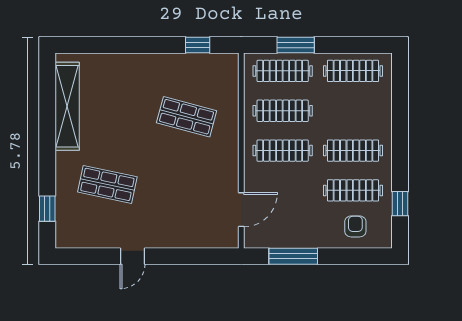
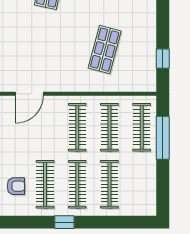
window: (296, 45) -> (163, 138), width x1.44
clothes rail: (353, 71) -> (109, 184), moved
window: (400, 204) -> (64, 222), moved
door: (241, 210) -> (29, 94), hinge flipped

